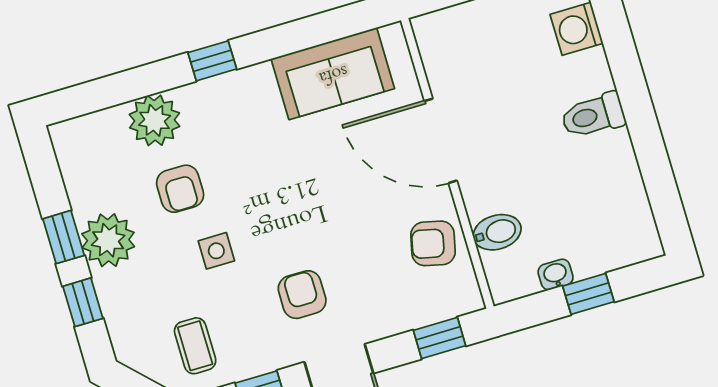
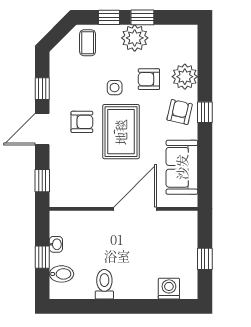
toilet: (593, 116) -> (104, 284), moved
rug: (298, 213) -> (121, 132), added
bidet: (497, 232) -> (62, 274), moved, turned -90
armchair: (433, 243) -> (180, 112), moved
coffee table: (195, 346) -> (88, 43), moved, turned 90

